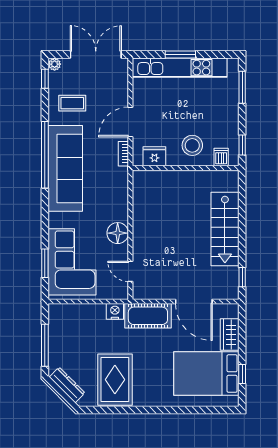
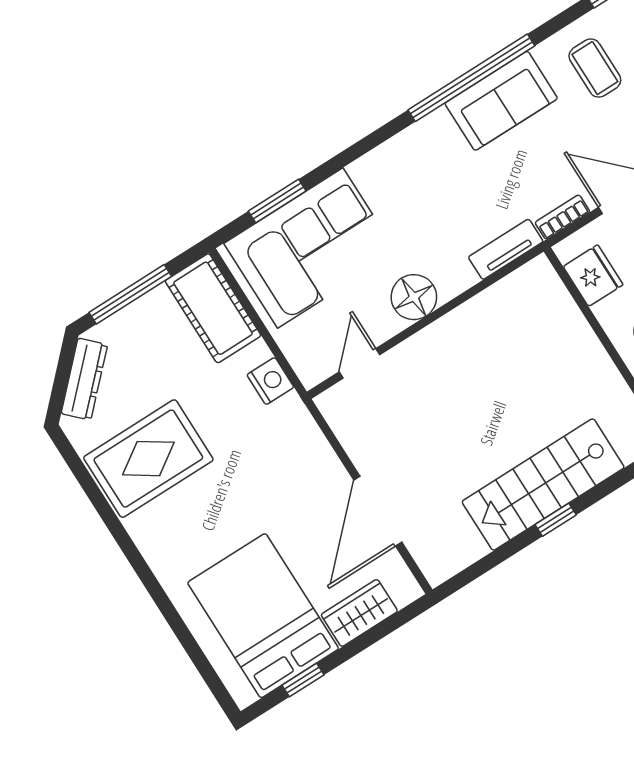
sofa: (65, 168) -> (501, 101), width x0.54, depth x0.79
tv unit: (122, 184) -> (506, 249), added
window: (242, 277) -> (556, 520), moved
cot: (148, 316) -> (213, 308), moved

